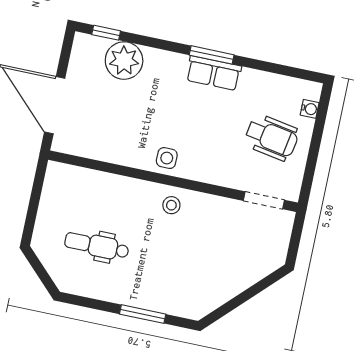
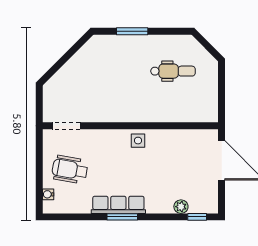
plant: (124, 61) -> (181, 207), width x0.53, depth x0.53
row of seats: (214, 73) -> (118, 205), width x1.48
stool: (171, 205) -> (128, 109), removed

